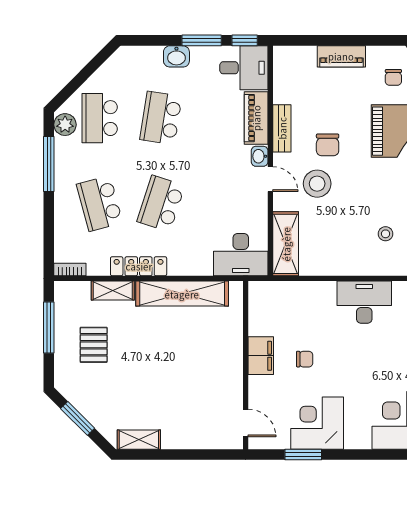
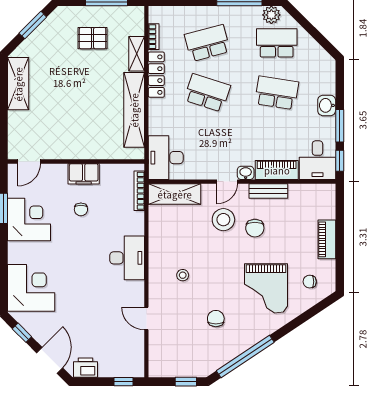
chair: (328, 145) -> (255, 228), turned -90
bookcase: (70, 270) -> (154, 37), moved
bookcase: (282, 287) -> (139, 191), added
shelving: (139, 440) -> (18, 84), width x1.50, depth x1.33

